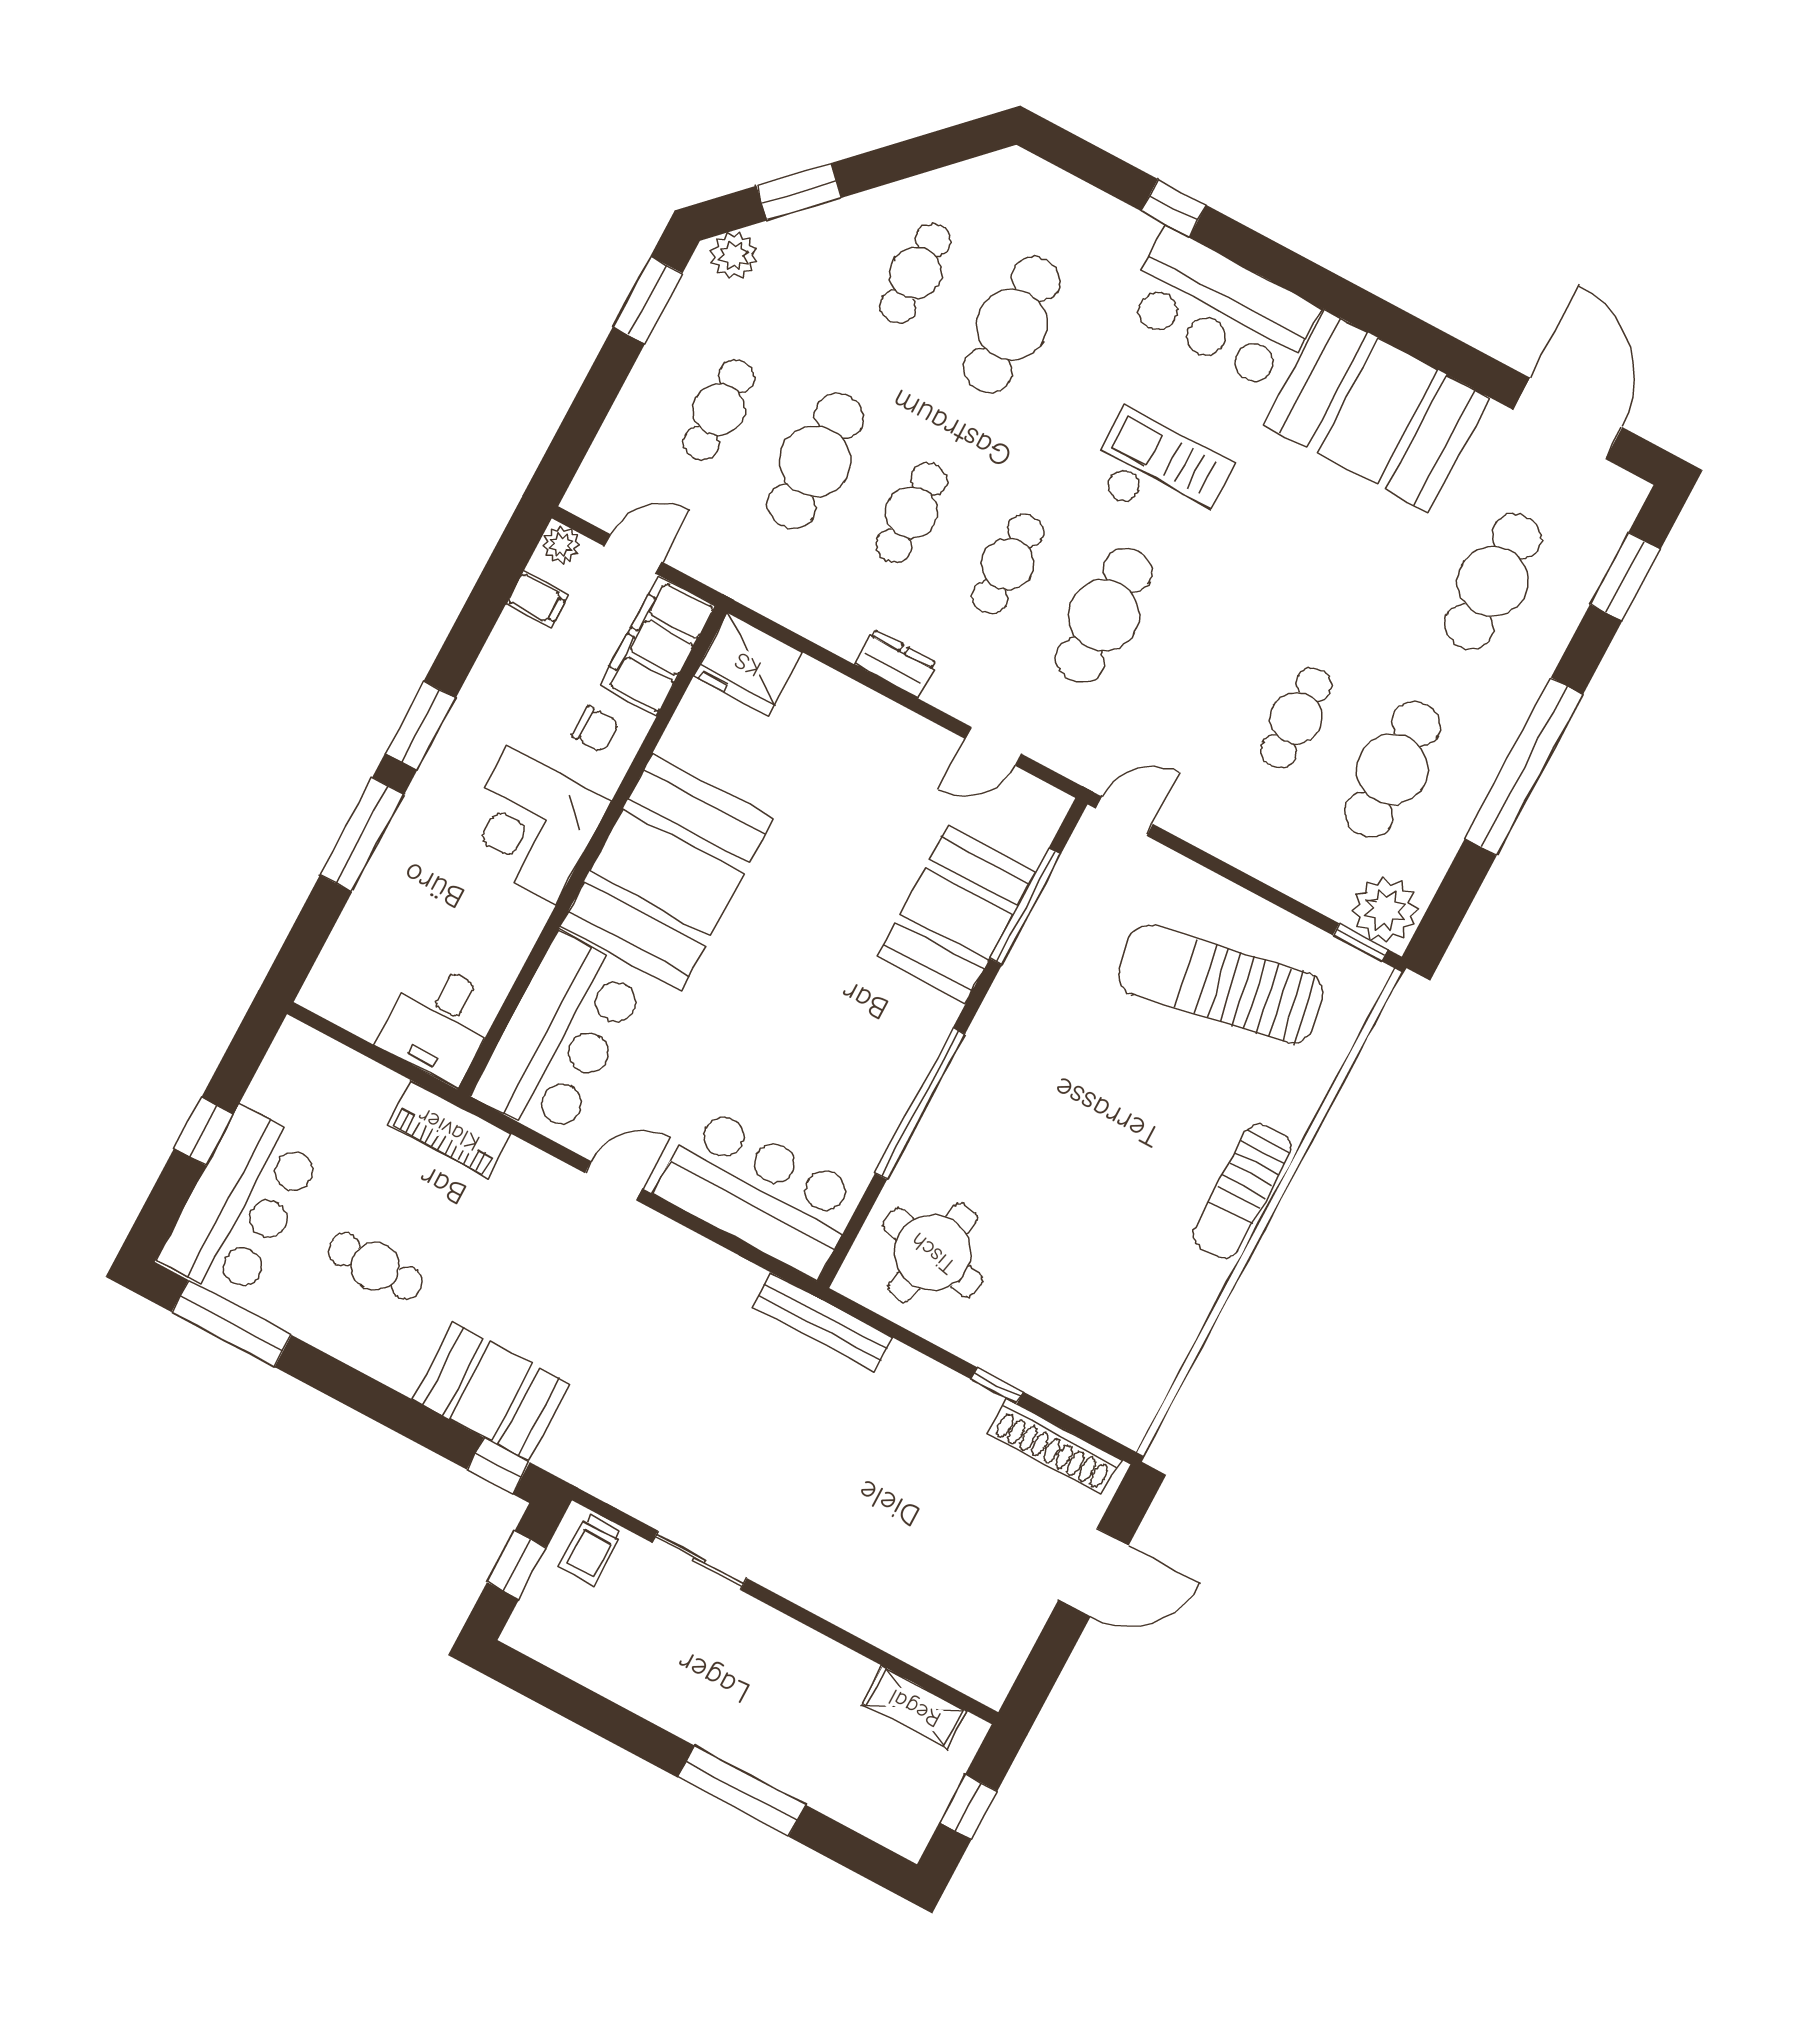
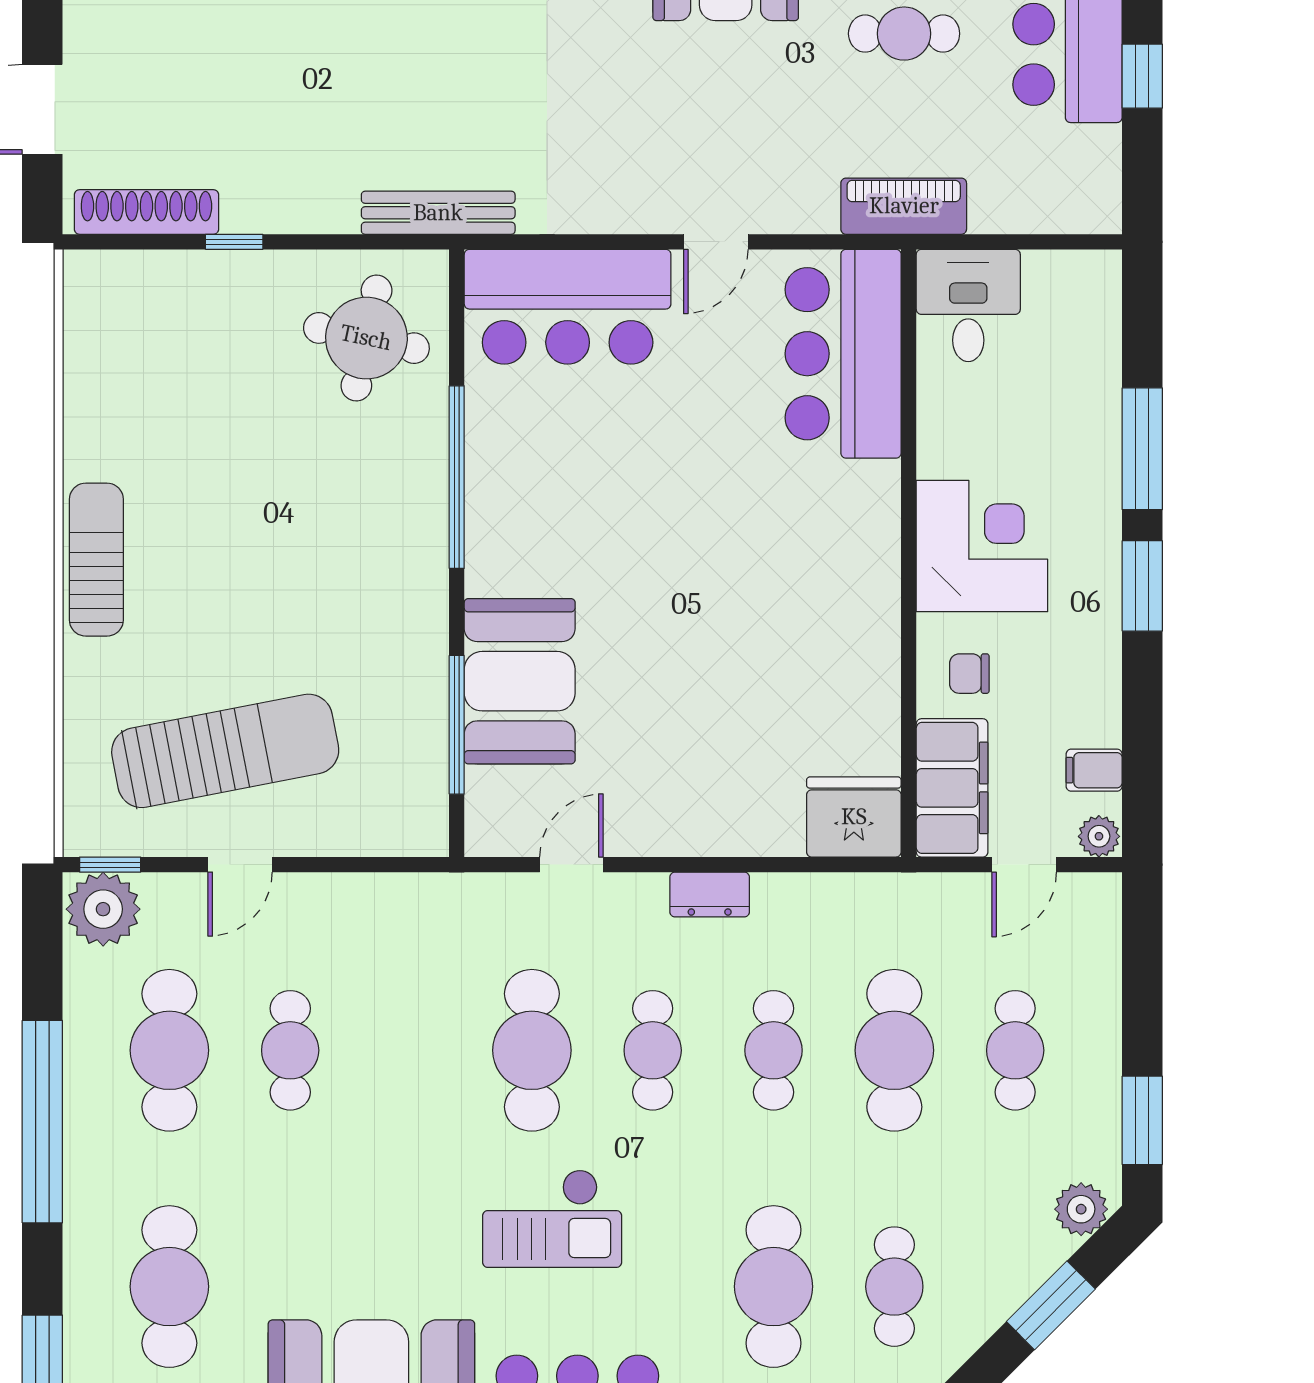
door: (1124, 816) -> (240, 865), moved
booth: (667, 872) -> (825, 571), removed

